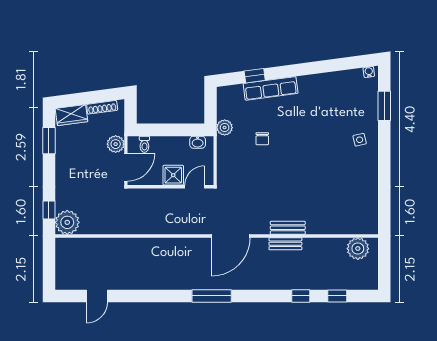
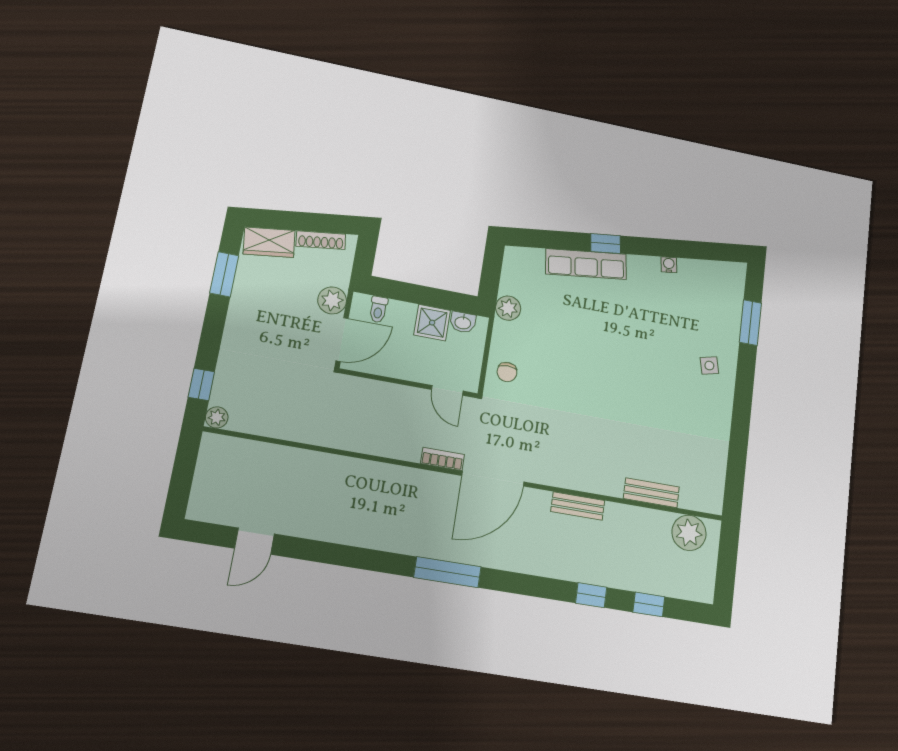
water cooler: (369, 72) -> (669, 265), moved
window: (255, 76) -> (606, 244), moved
chair: (262, 139) -> (507, 372), moved
shower: (173, 175) -> (432, 323), moved
door: (195, 187) -> (447, 390), swing flipped
plant: (67, 222) -> (217, 417), width x0.53, depth x0.53
bench: (288, 228) -> (651, 493), moved
bookcase: (198, 229) -> (442, 459), added

